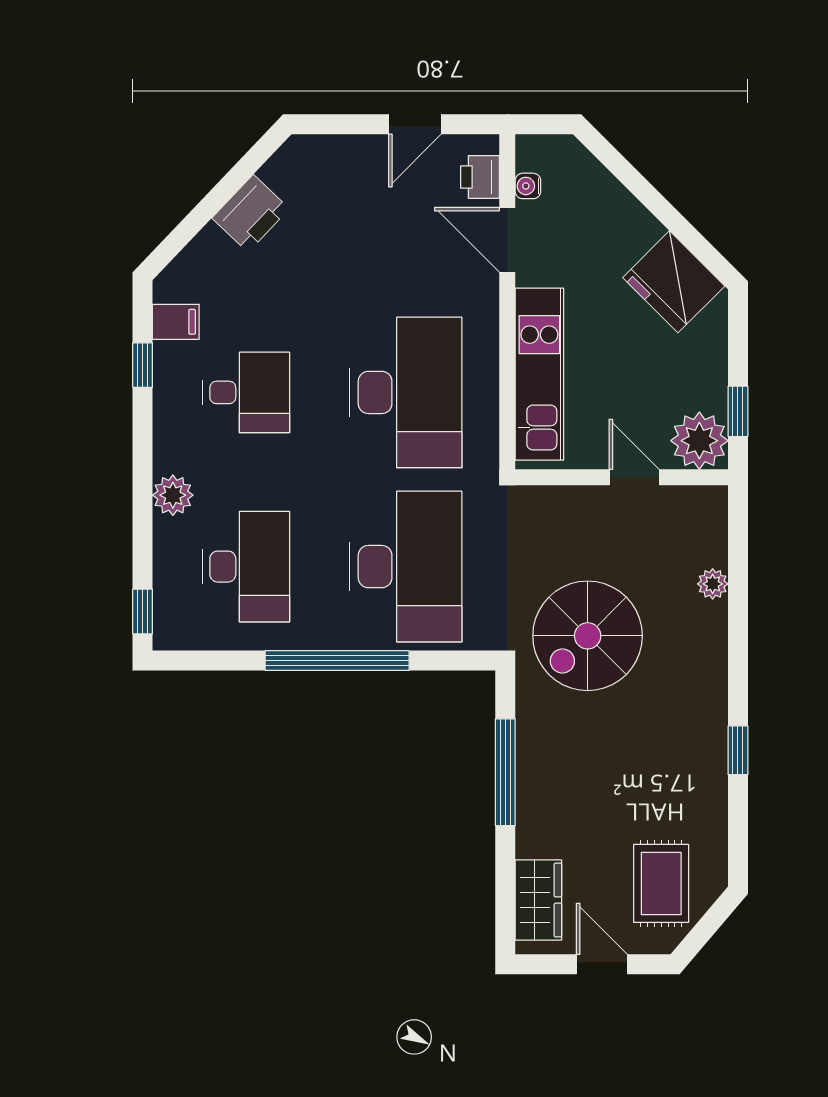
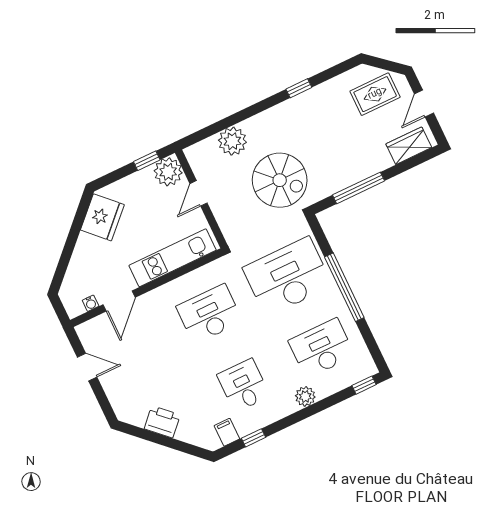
printer: (480, 177) -> (97, 327), removed
desk: (406, 392) -> (209, 314), width x0.73, depth x0.77
plant: (713, 584) -> (232, 141), width x1.87, depth x1.87

